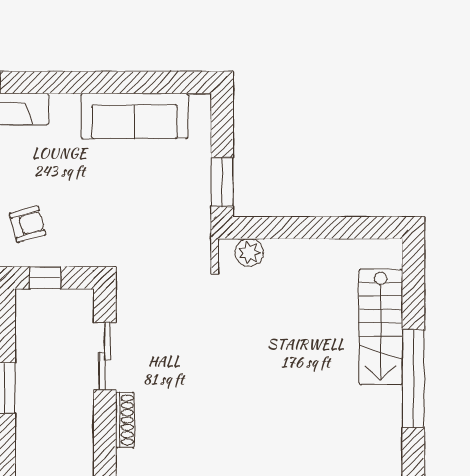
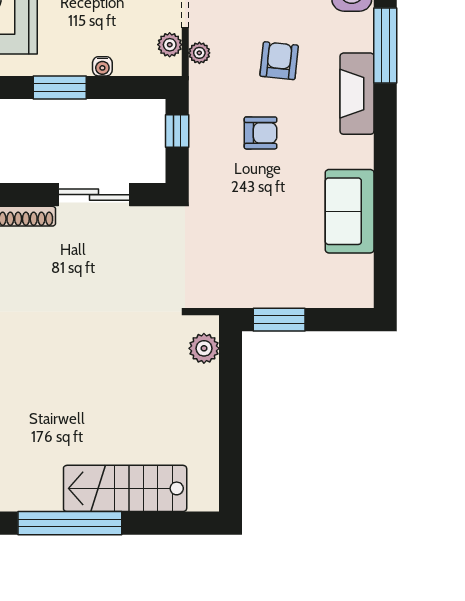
sofa: (134, 116) -> (350, 211), width x0.73
armchair: (28, 224) -> (261, 133), moved, turned -75

